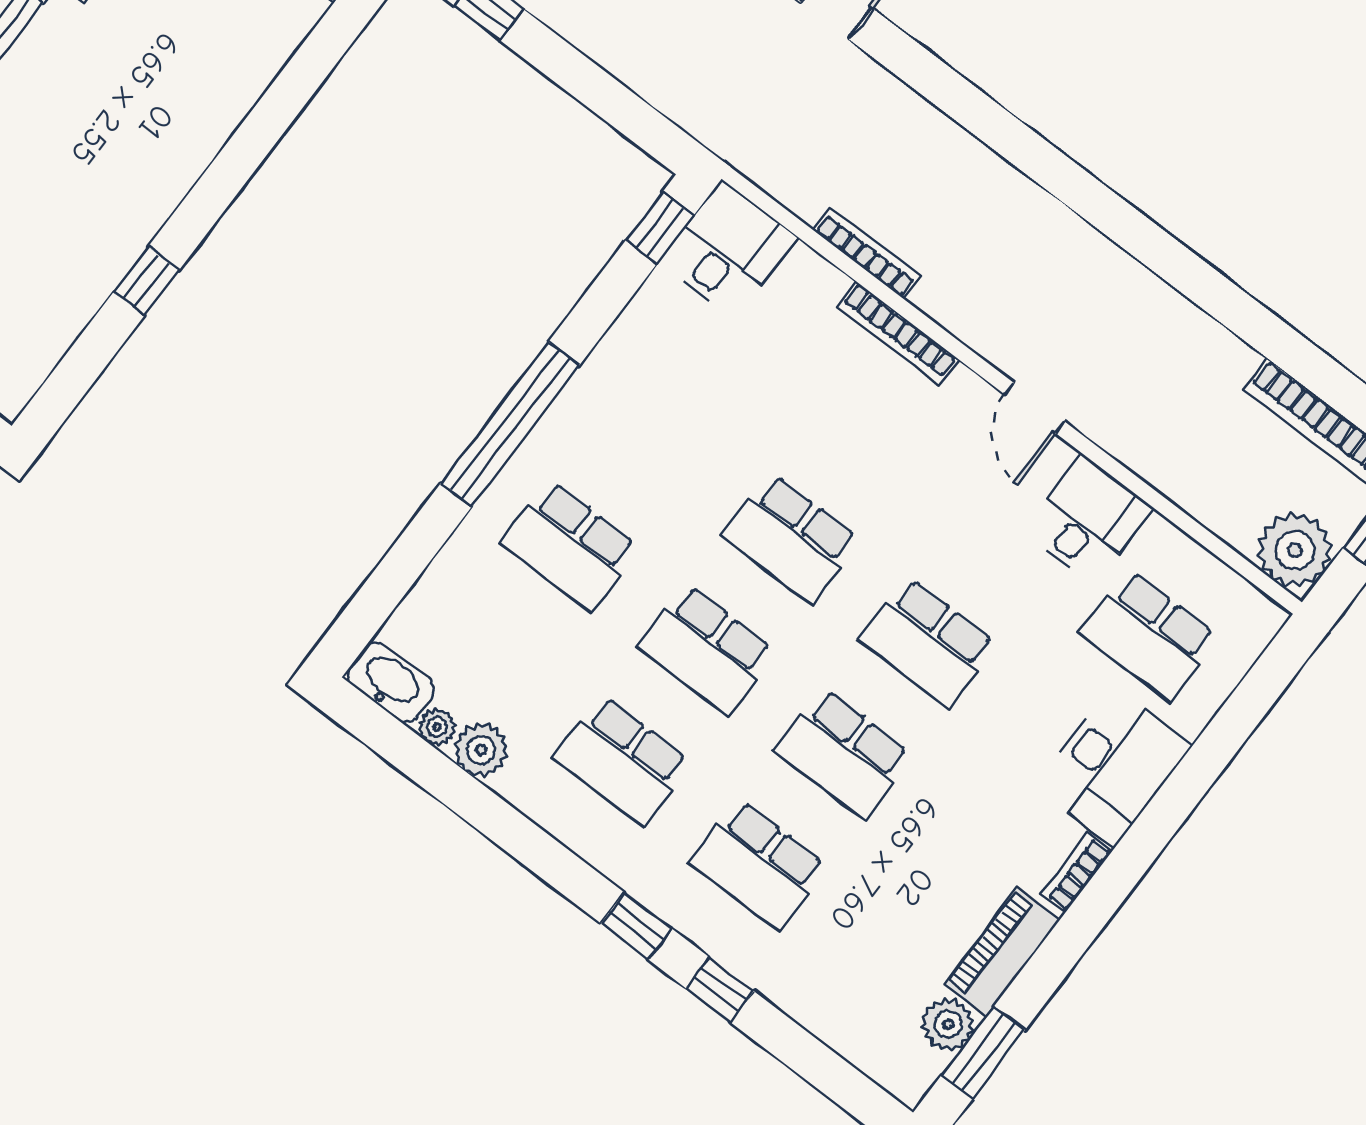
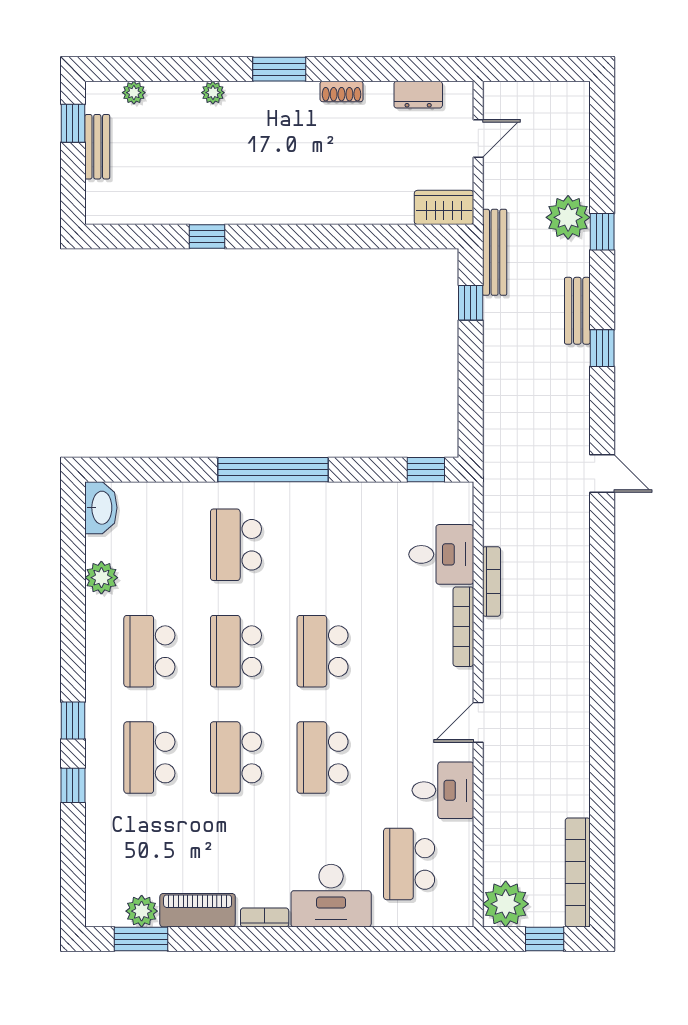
desk: (728, 249) -> (441, 554), moved
plant: (437, 727) -> (96, 547), removed

